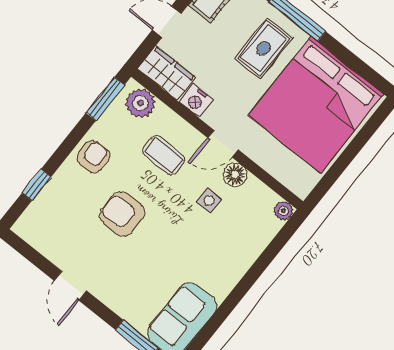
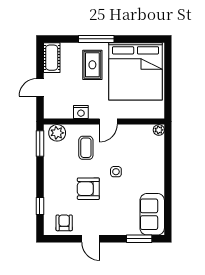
wardrobe: (166, 73) -> (58, 110), removed
coffee table: (164, 155) -> (86, 148), turned 90
armchair: (93, 157) -> (64, 223), moved
floor lamp: (235, 175) -> (125, 131), removed
side table: (209, 200) -> (116, 172), moved

